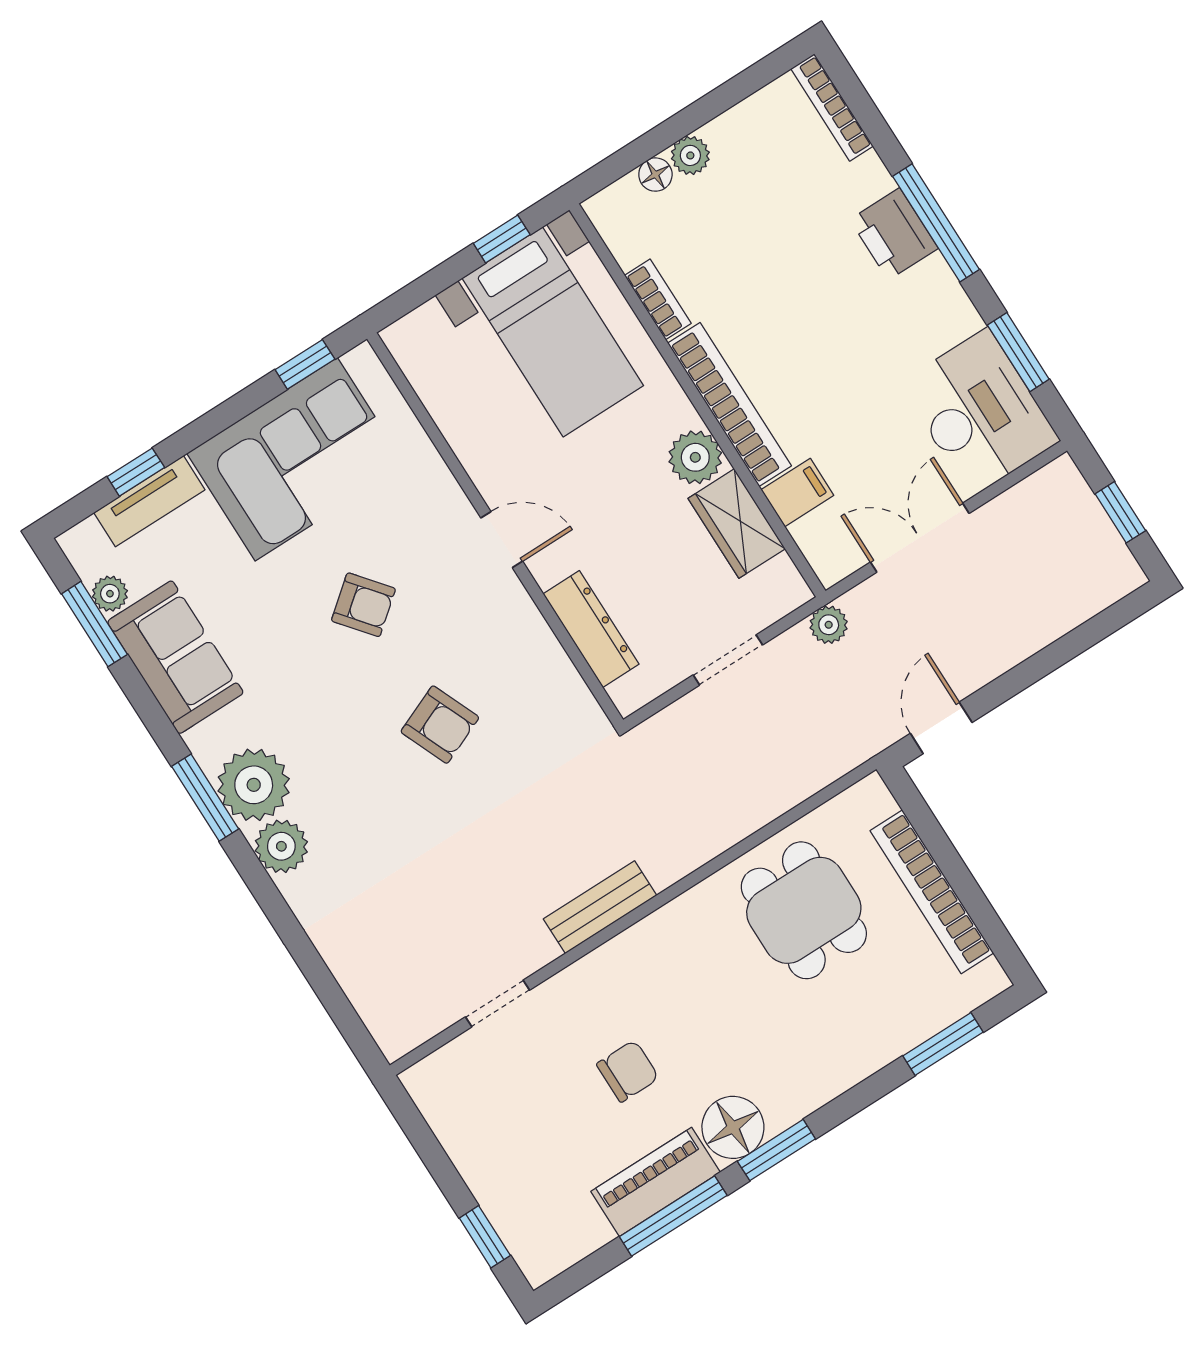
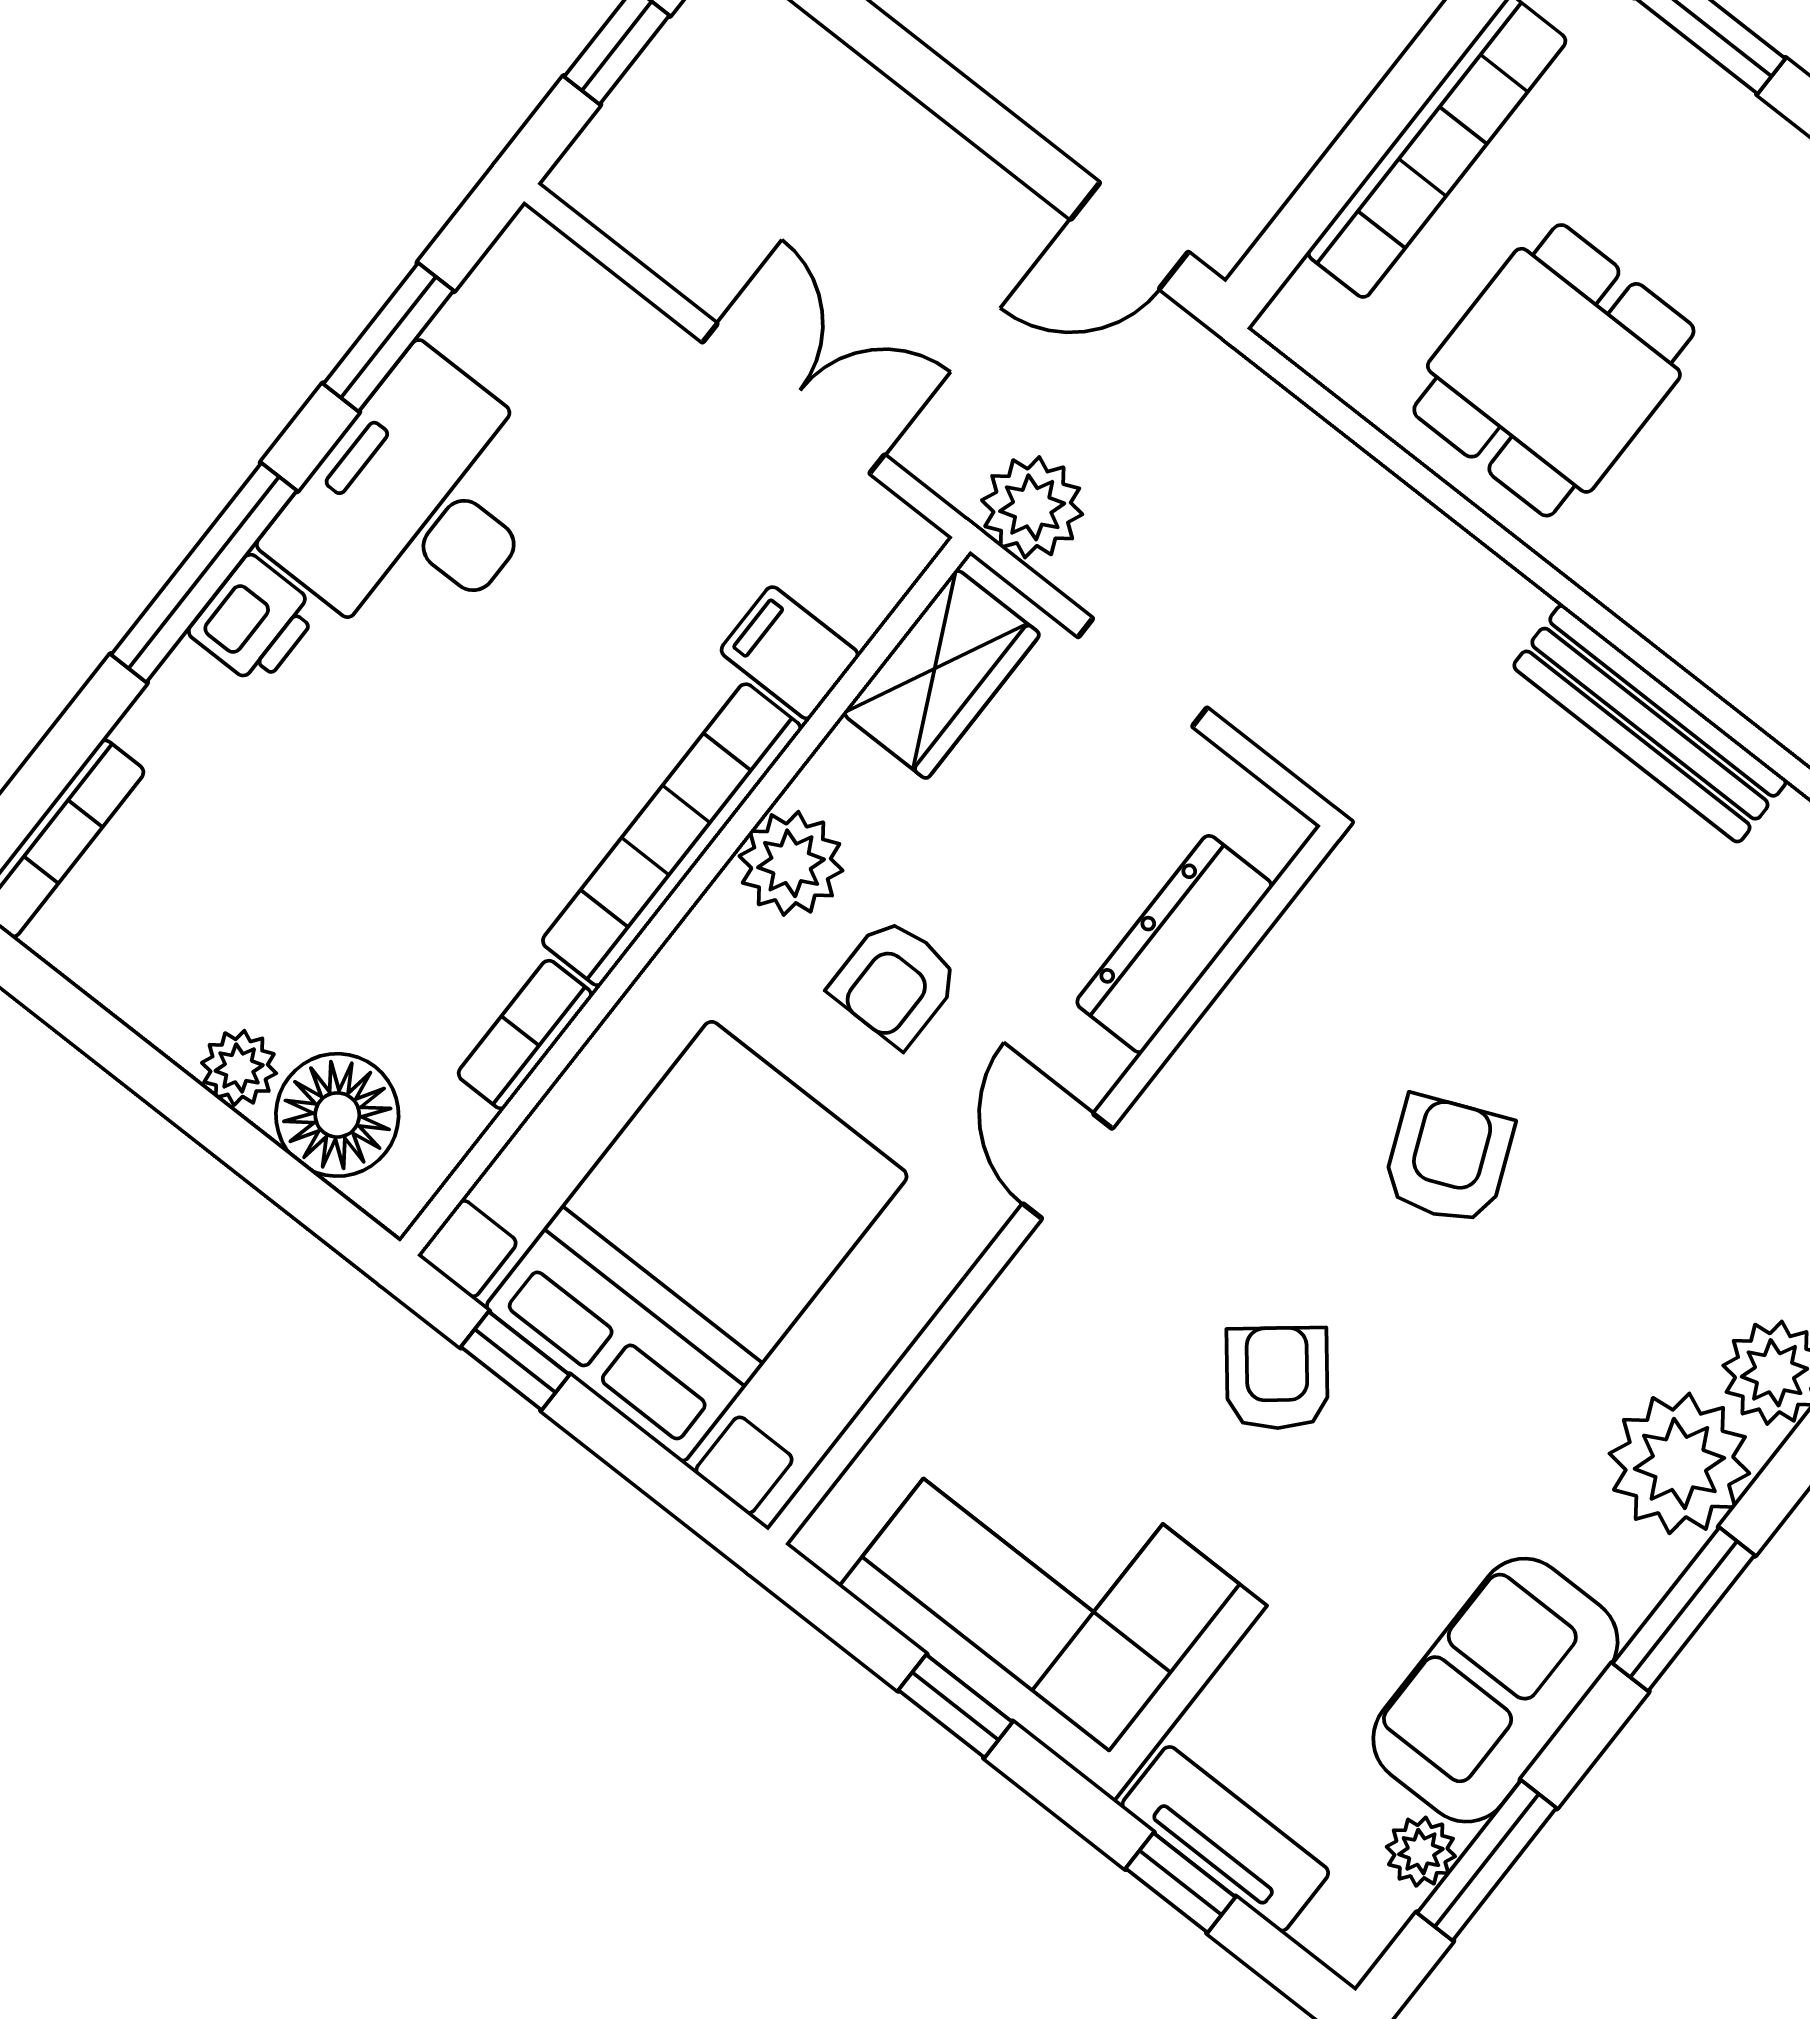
floor lamp: (655, 175) -> (337, 1115), width x1.89, depth x1.89
printer: (894, 234) -> (254, 621), width x0.73, depth x0.81
bed with nightstands: (553, 332) -> (697, 1241), width x1.36
window: (305, 364) -> (955, 1706), moved
desk: (979, 412) -> (418, 506), moved
armchair: (620, 487) -> (895, 982), added
wardrobe: (737, 524) -> (941, 674), moved
double door: (920, 538) -> (793, 399), swing flipped
plant: (829, 625) -> (1032, 507), width x1.38, depth x1.38
window: (205, 798) -> (1684, 1609), moved
bench: (600, 907) -> (1650, 724), width x1.36

